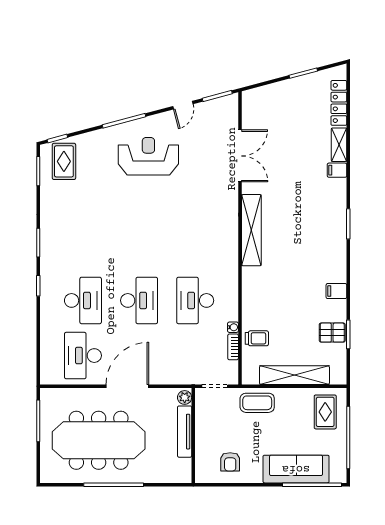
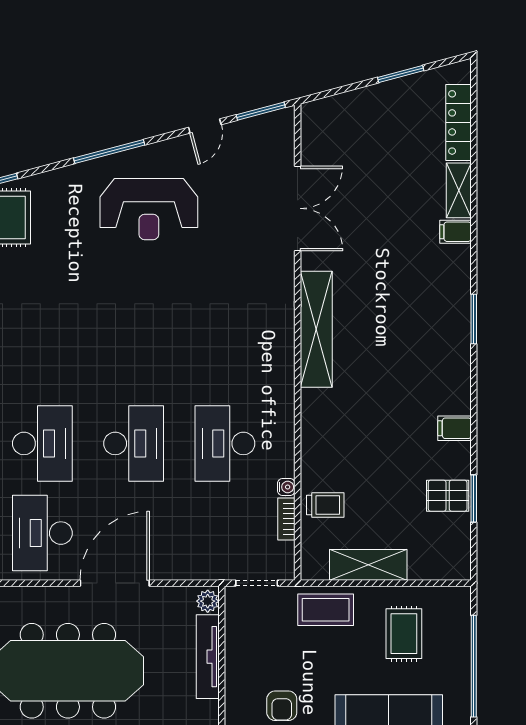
reception desk: (148, 156) -> (149, 209), turned 180
shelving: (294, 375) -> (368, 565), width x0.68
rug: (325, 412) -> (404, 634), moved

